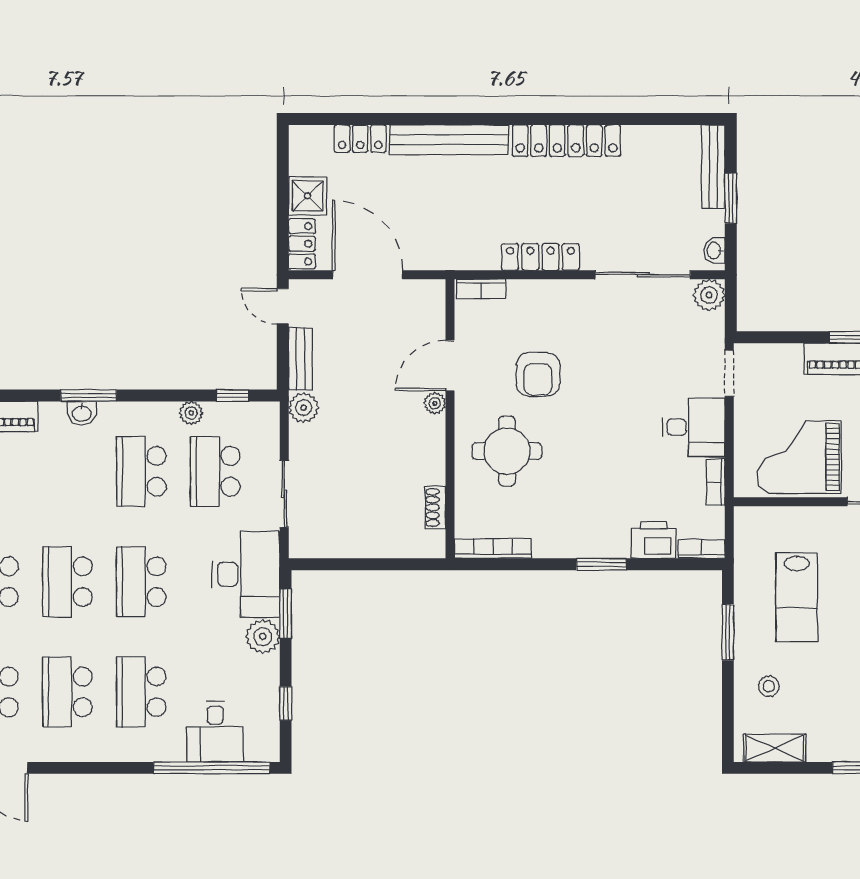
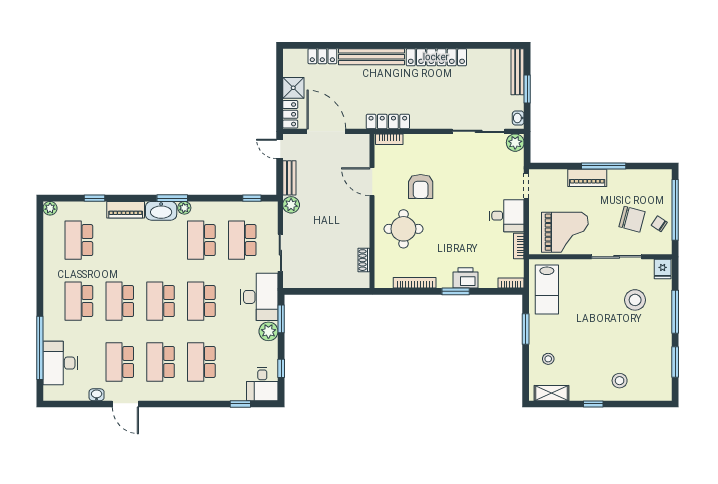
locker: (540, 257) -> (388, 122), moved
door: (450, 366) -> (372, 182), hinge flipped
plant: (435, 403) -> (364, 202), removed
washbasin: (82, 413) -> (161, 211), width x1.91, depth x1.45
plant: (191, 413) -> (184, 208), moved
grand piano: (799, 457) -> (565, 232), turned 180
printer: (653, 540) -> (465, 278), moved
bookcase: (493, 549) -> (415, 283), moved
lab bench: (797, 597) -> (547, 289), moved
desk: (215, 732) -> (262, 384), moved
window: (212, 768) -> (240, 404), width x0.32

